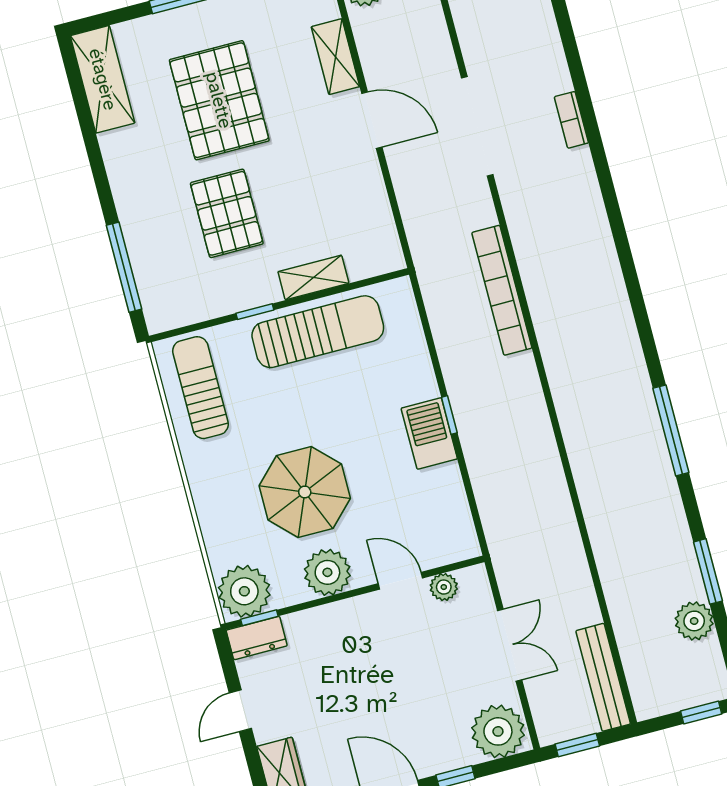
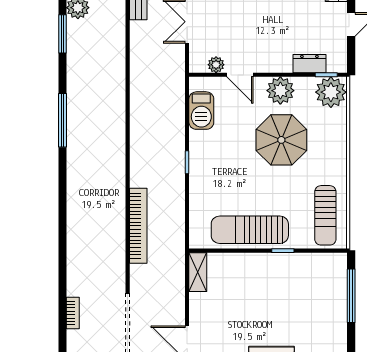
pallet: (227, 213) -> (284, 311), removed
shelving: (313, 278) -> (198, 272), moved, turned 90
barbecue: (429, 433) -> (201, 111), moved
dresser: (257, 638) -> (309, 64), moved

